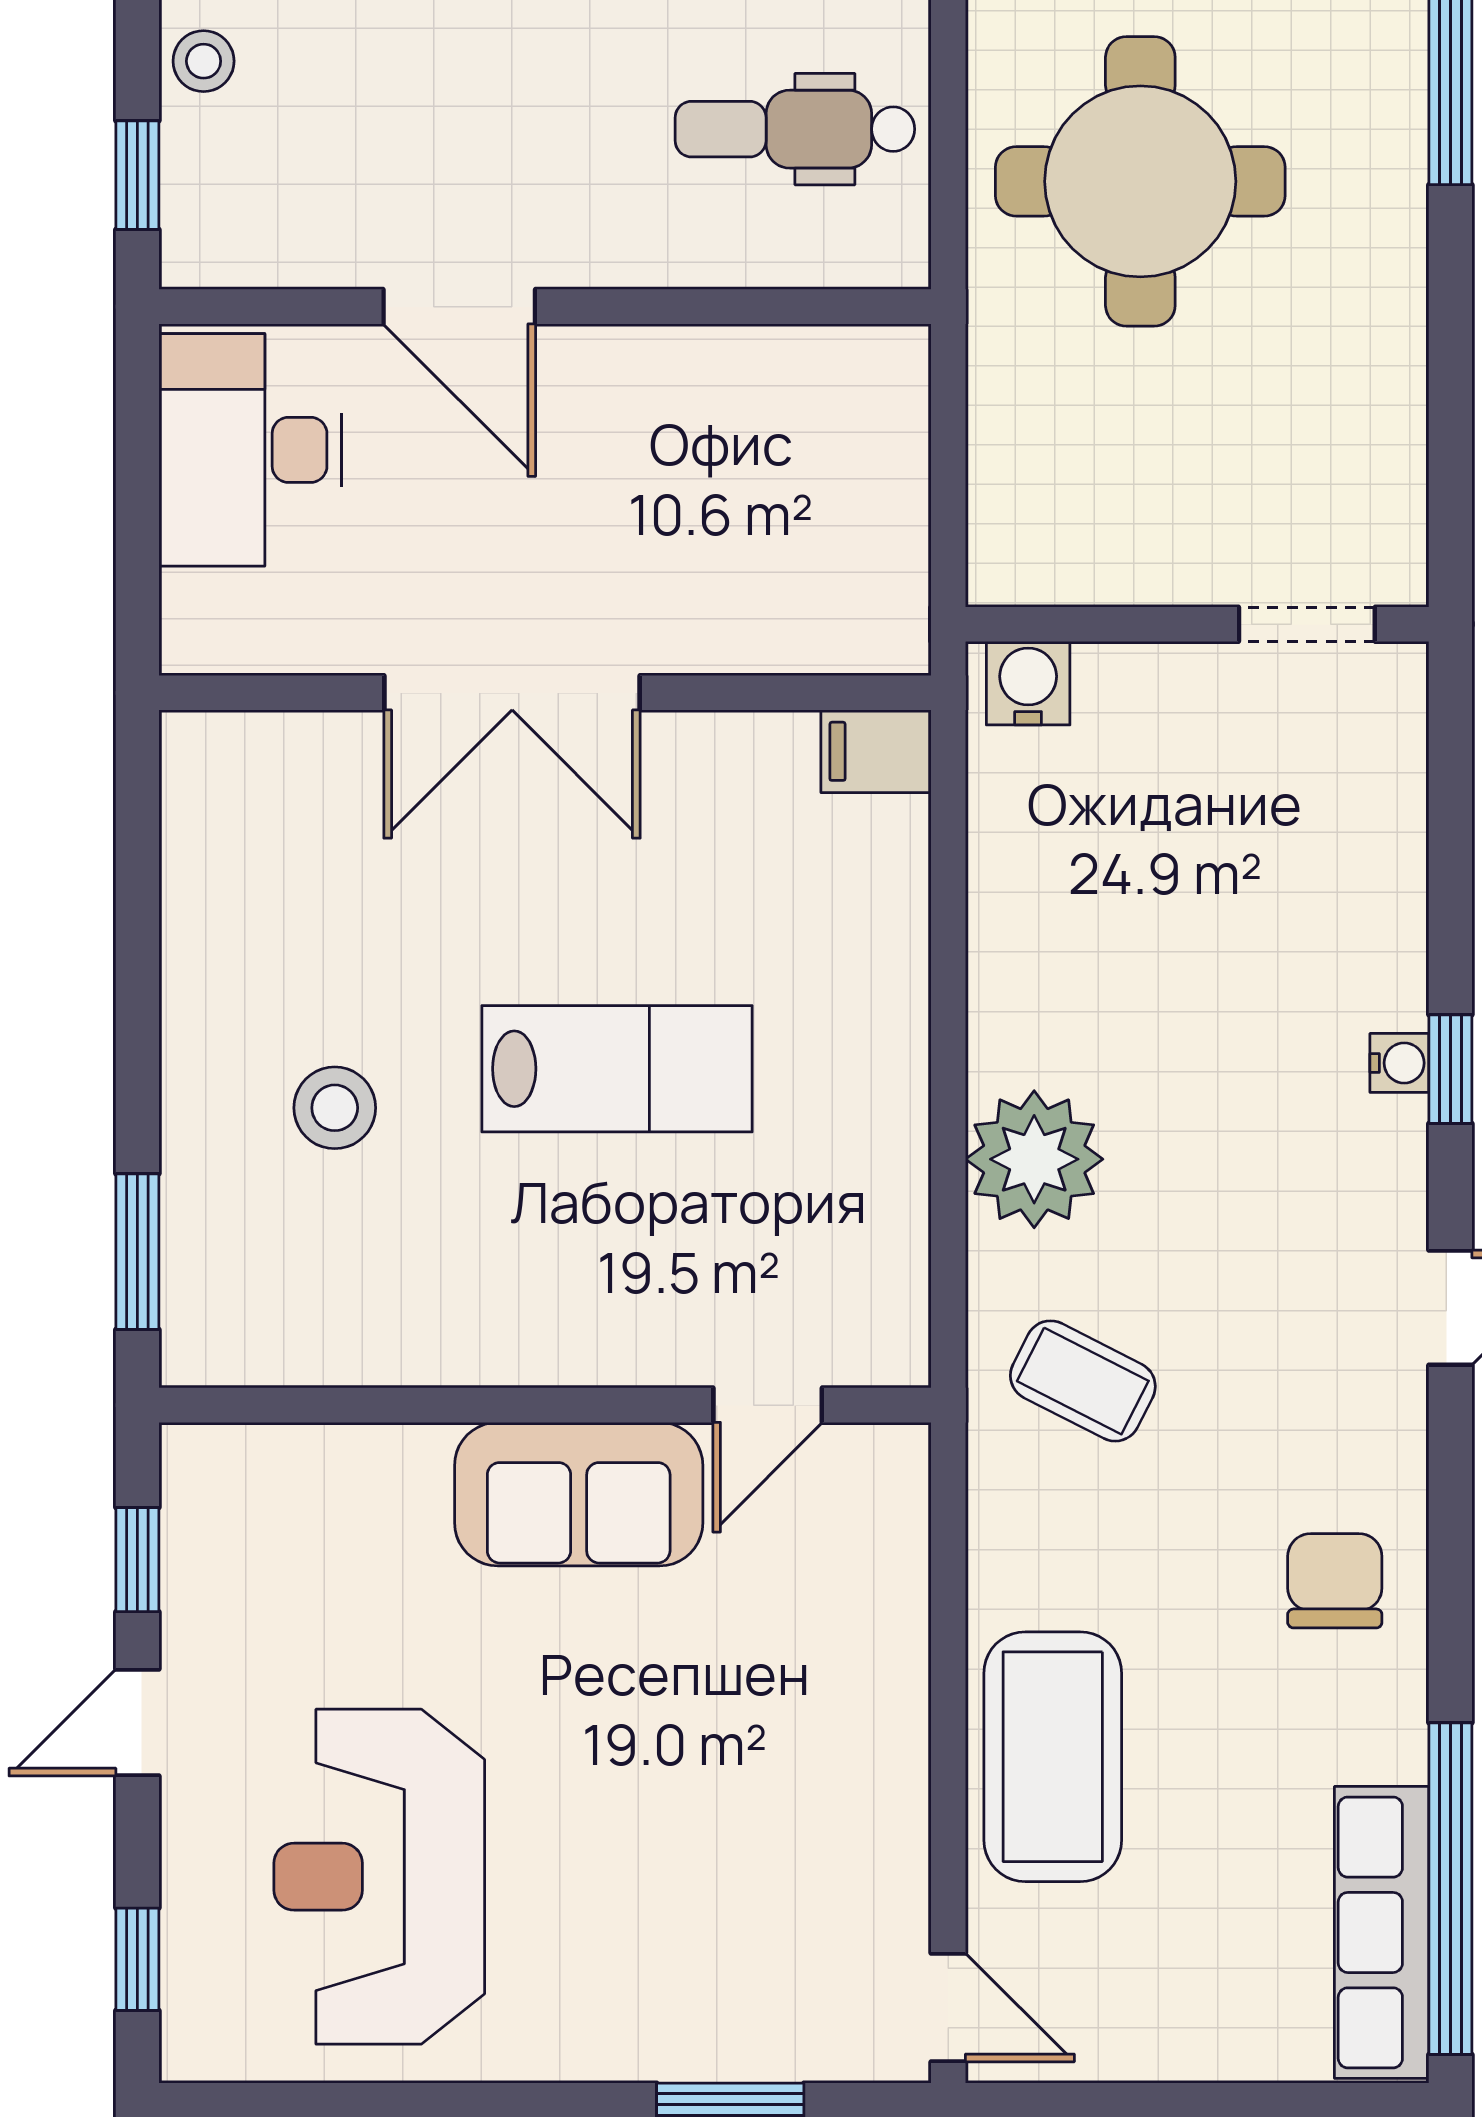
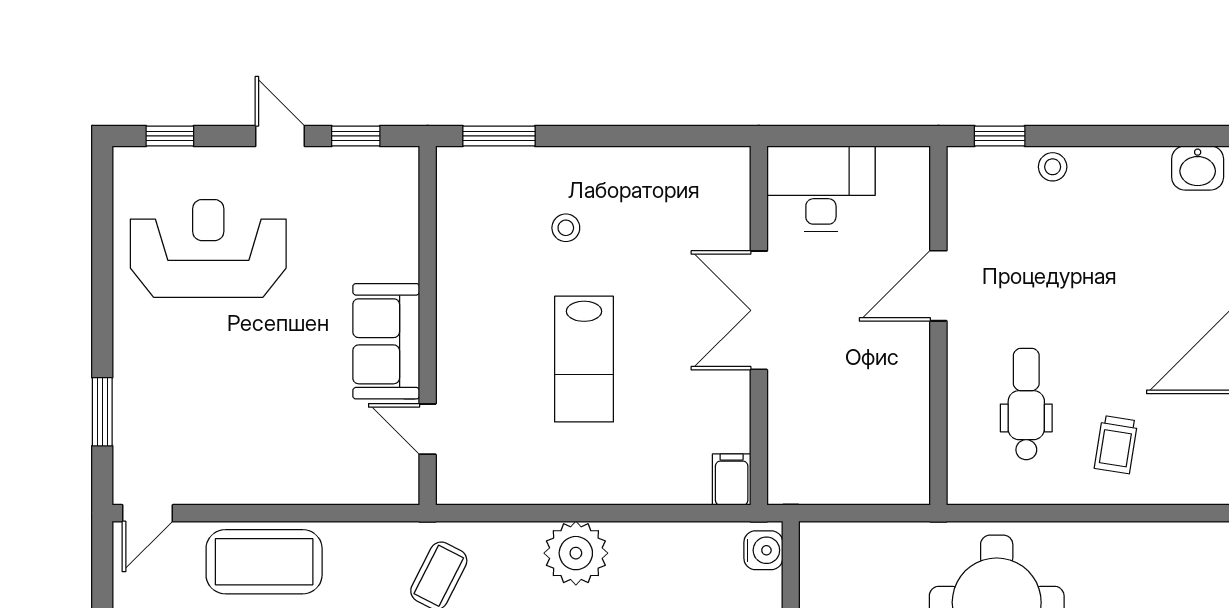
dental chair: (795, 129) -> (1026, 404), moved
desk: (250, 450) -> (821, 188), moved
stool: (335, 1108) -> (566, 228), width x0.73, depth x0.73
plant: (1034, 1159) -> (576, 553), moved

